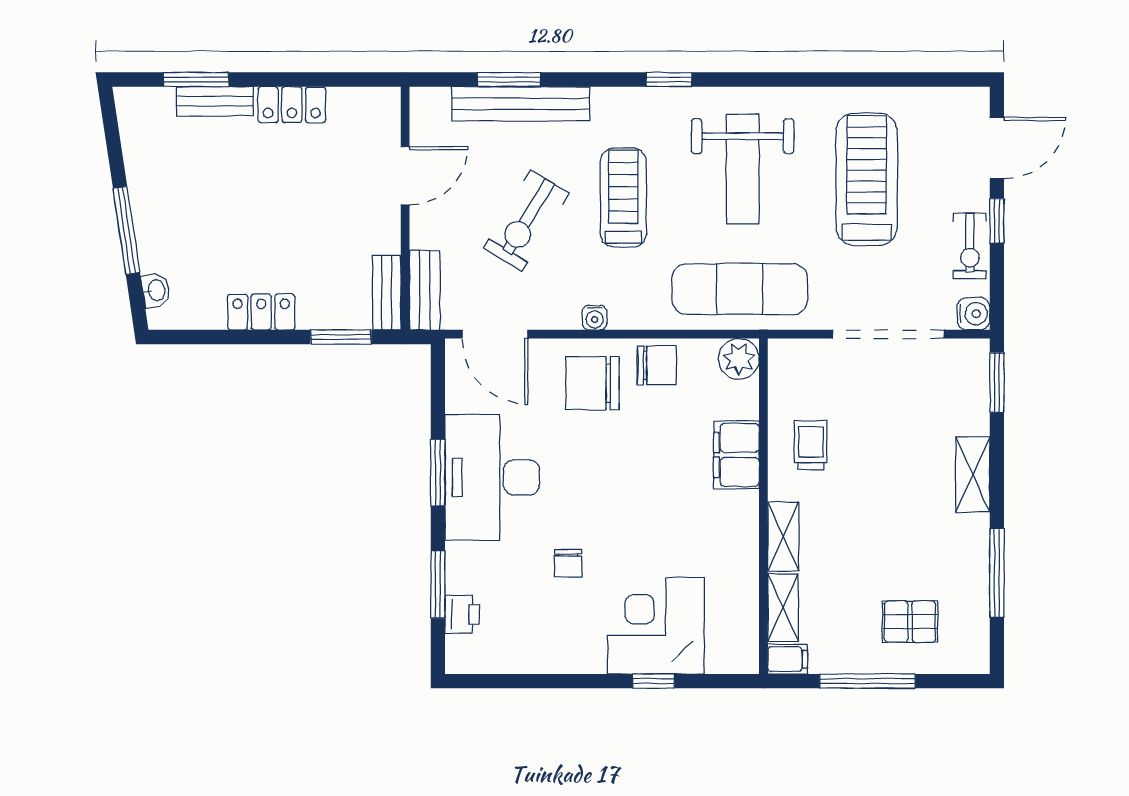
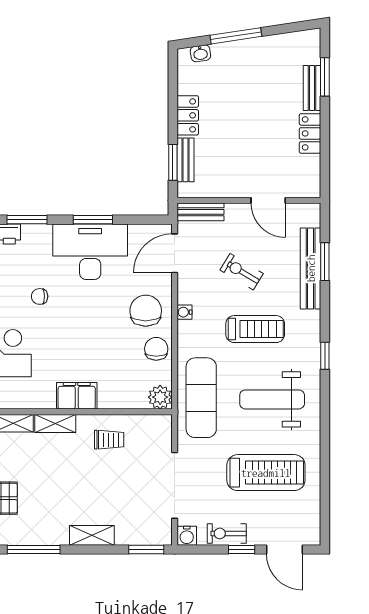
exercise bike: (526, 221) -> (242, 272), width x0.73, depth x0.72
bench: (387, 293) -> (185, 160), moved, turned 90
chair: (657, 365) -> (156, 349), turned 180
filing cabinet: (736, 455) -> (77, 396), moved

